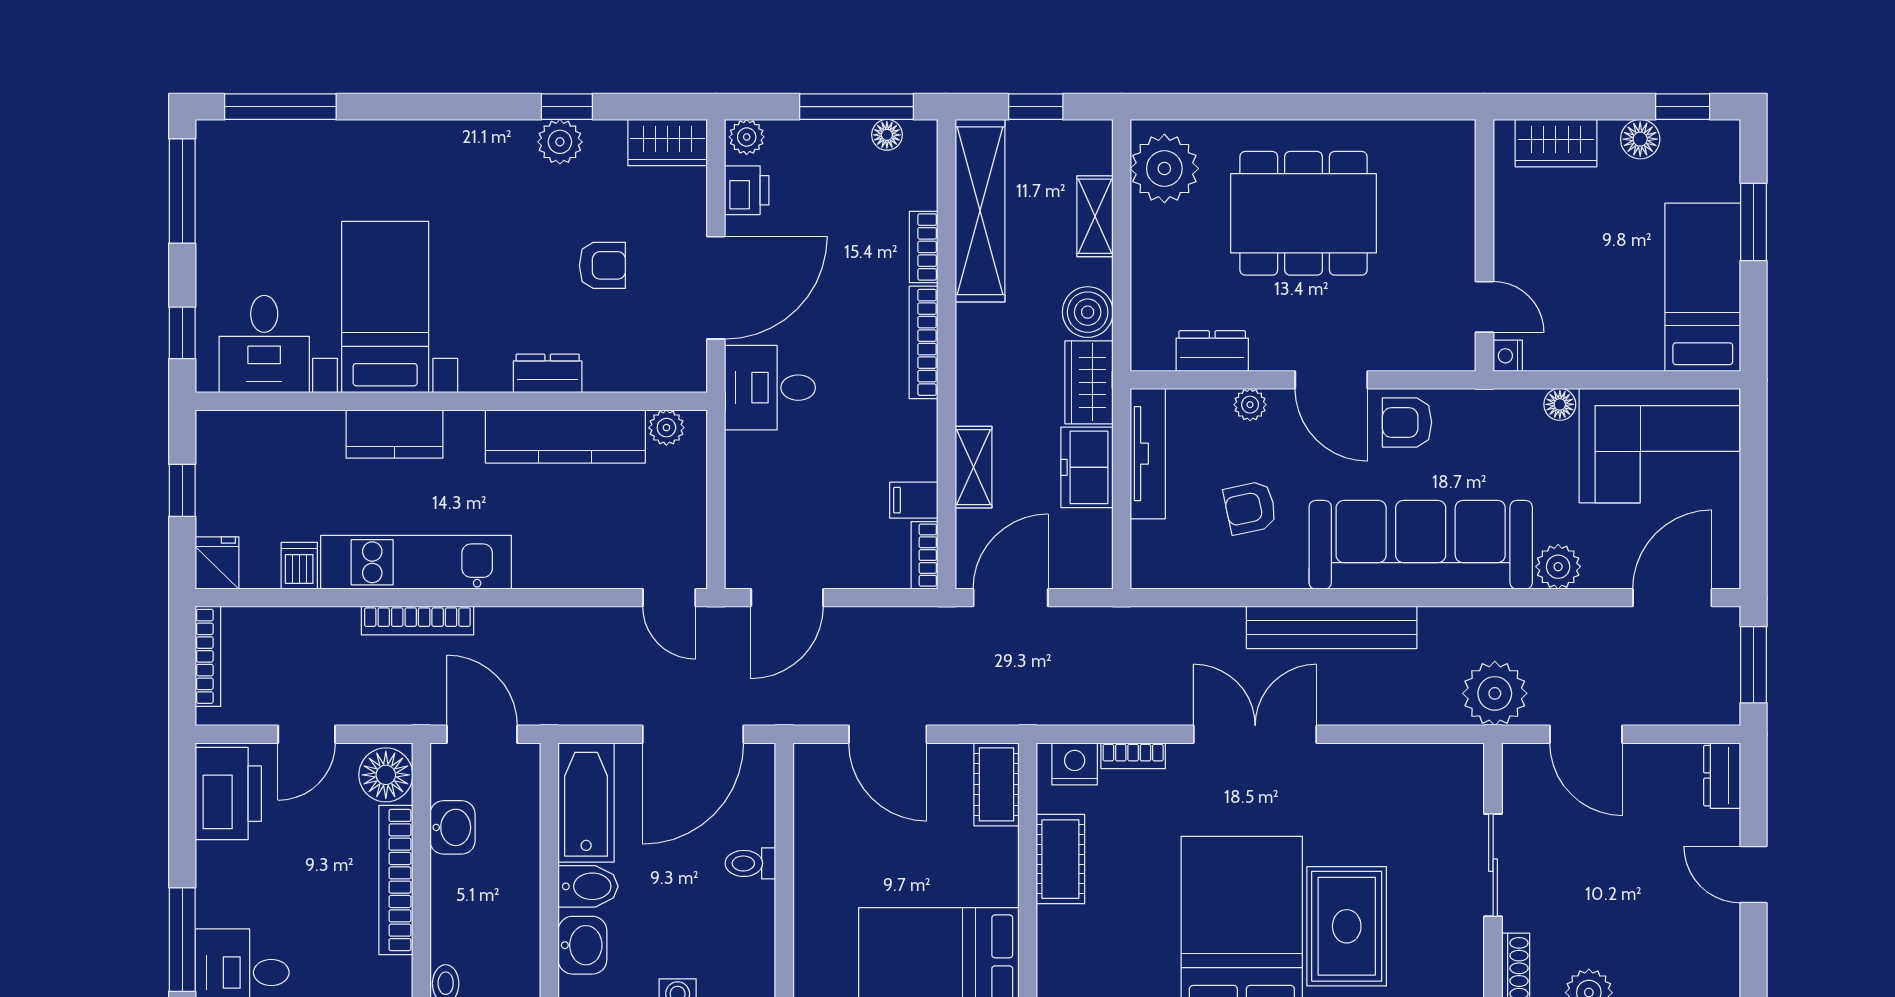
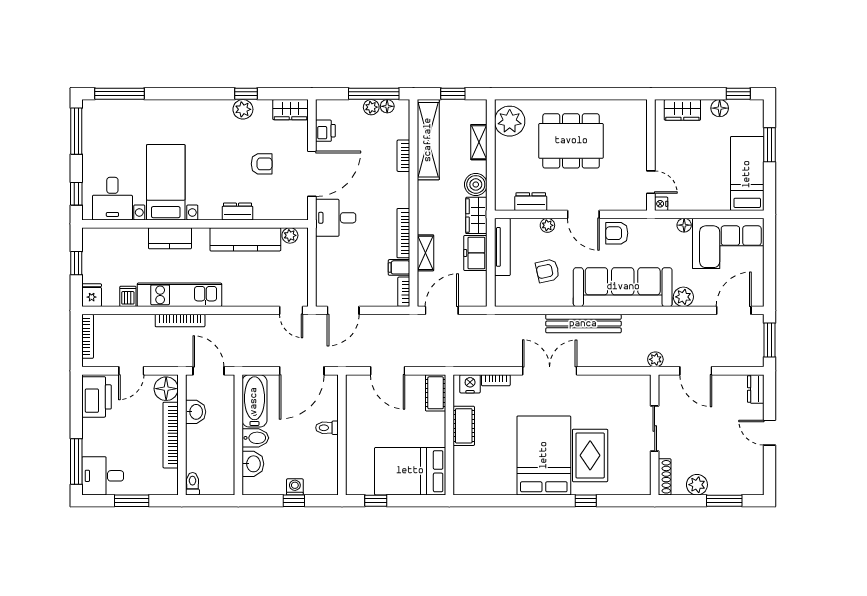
plant: (747, 137) -> (371, 107), moved
bookcase: (924, 342) -> (403, 233), moved
plant: (1495, 693) -> (655, 359), width x0.53, depth x0.53

